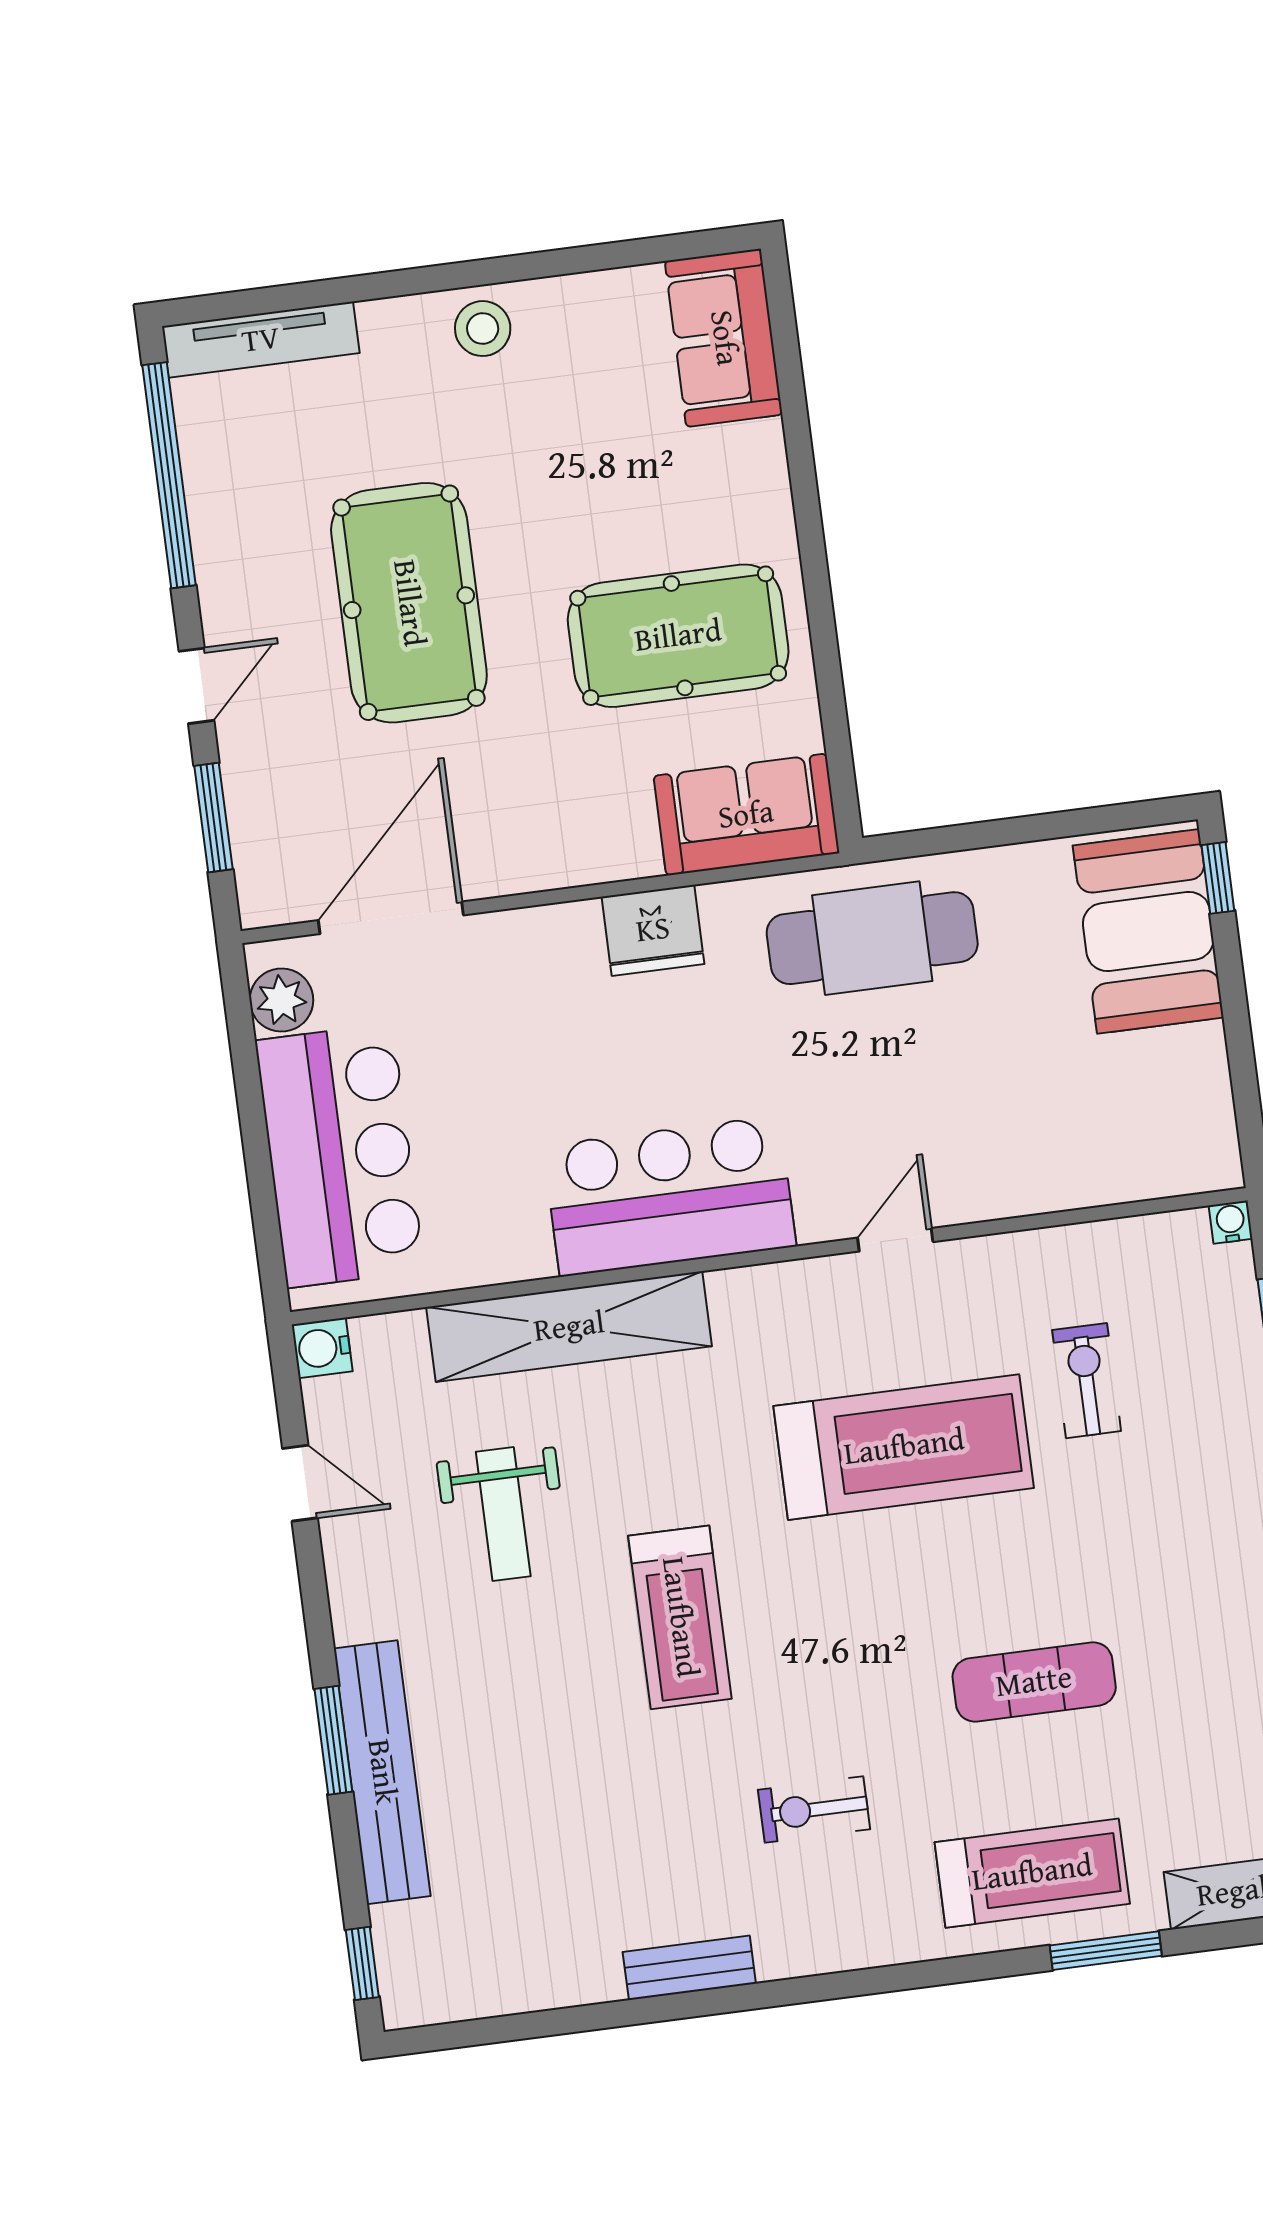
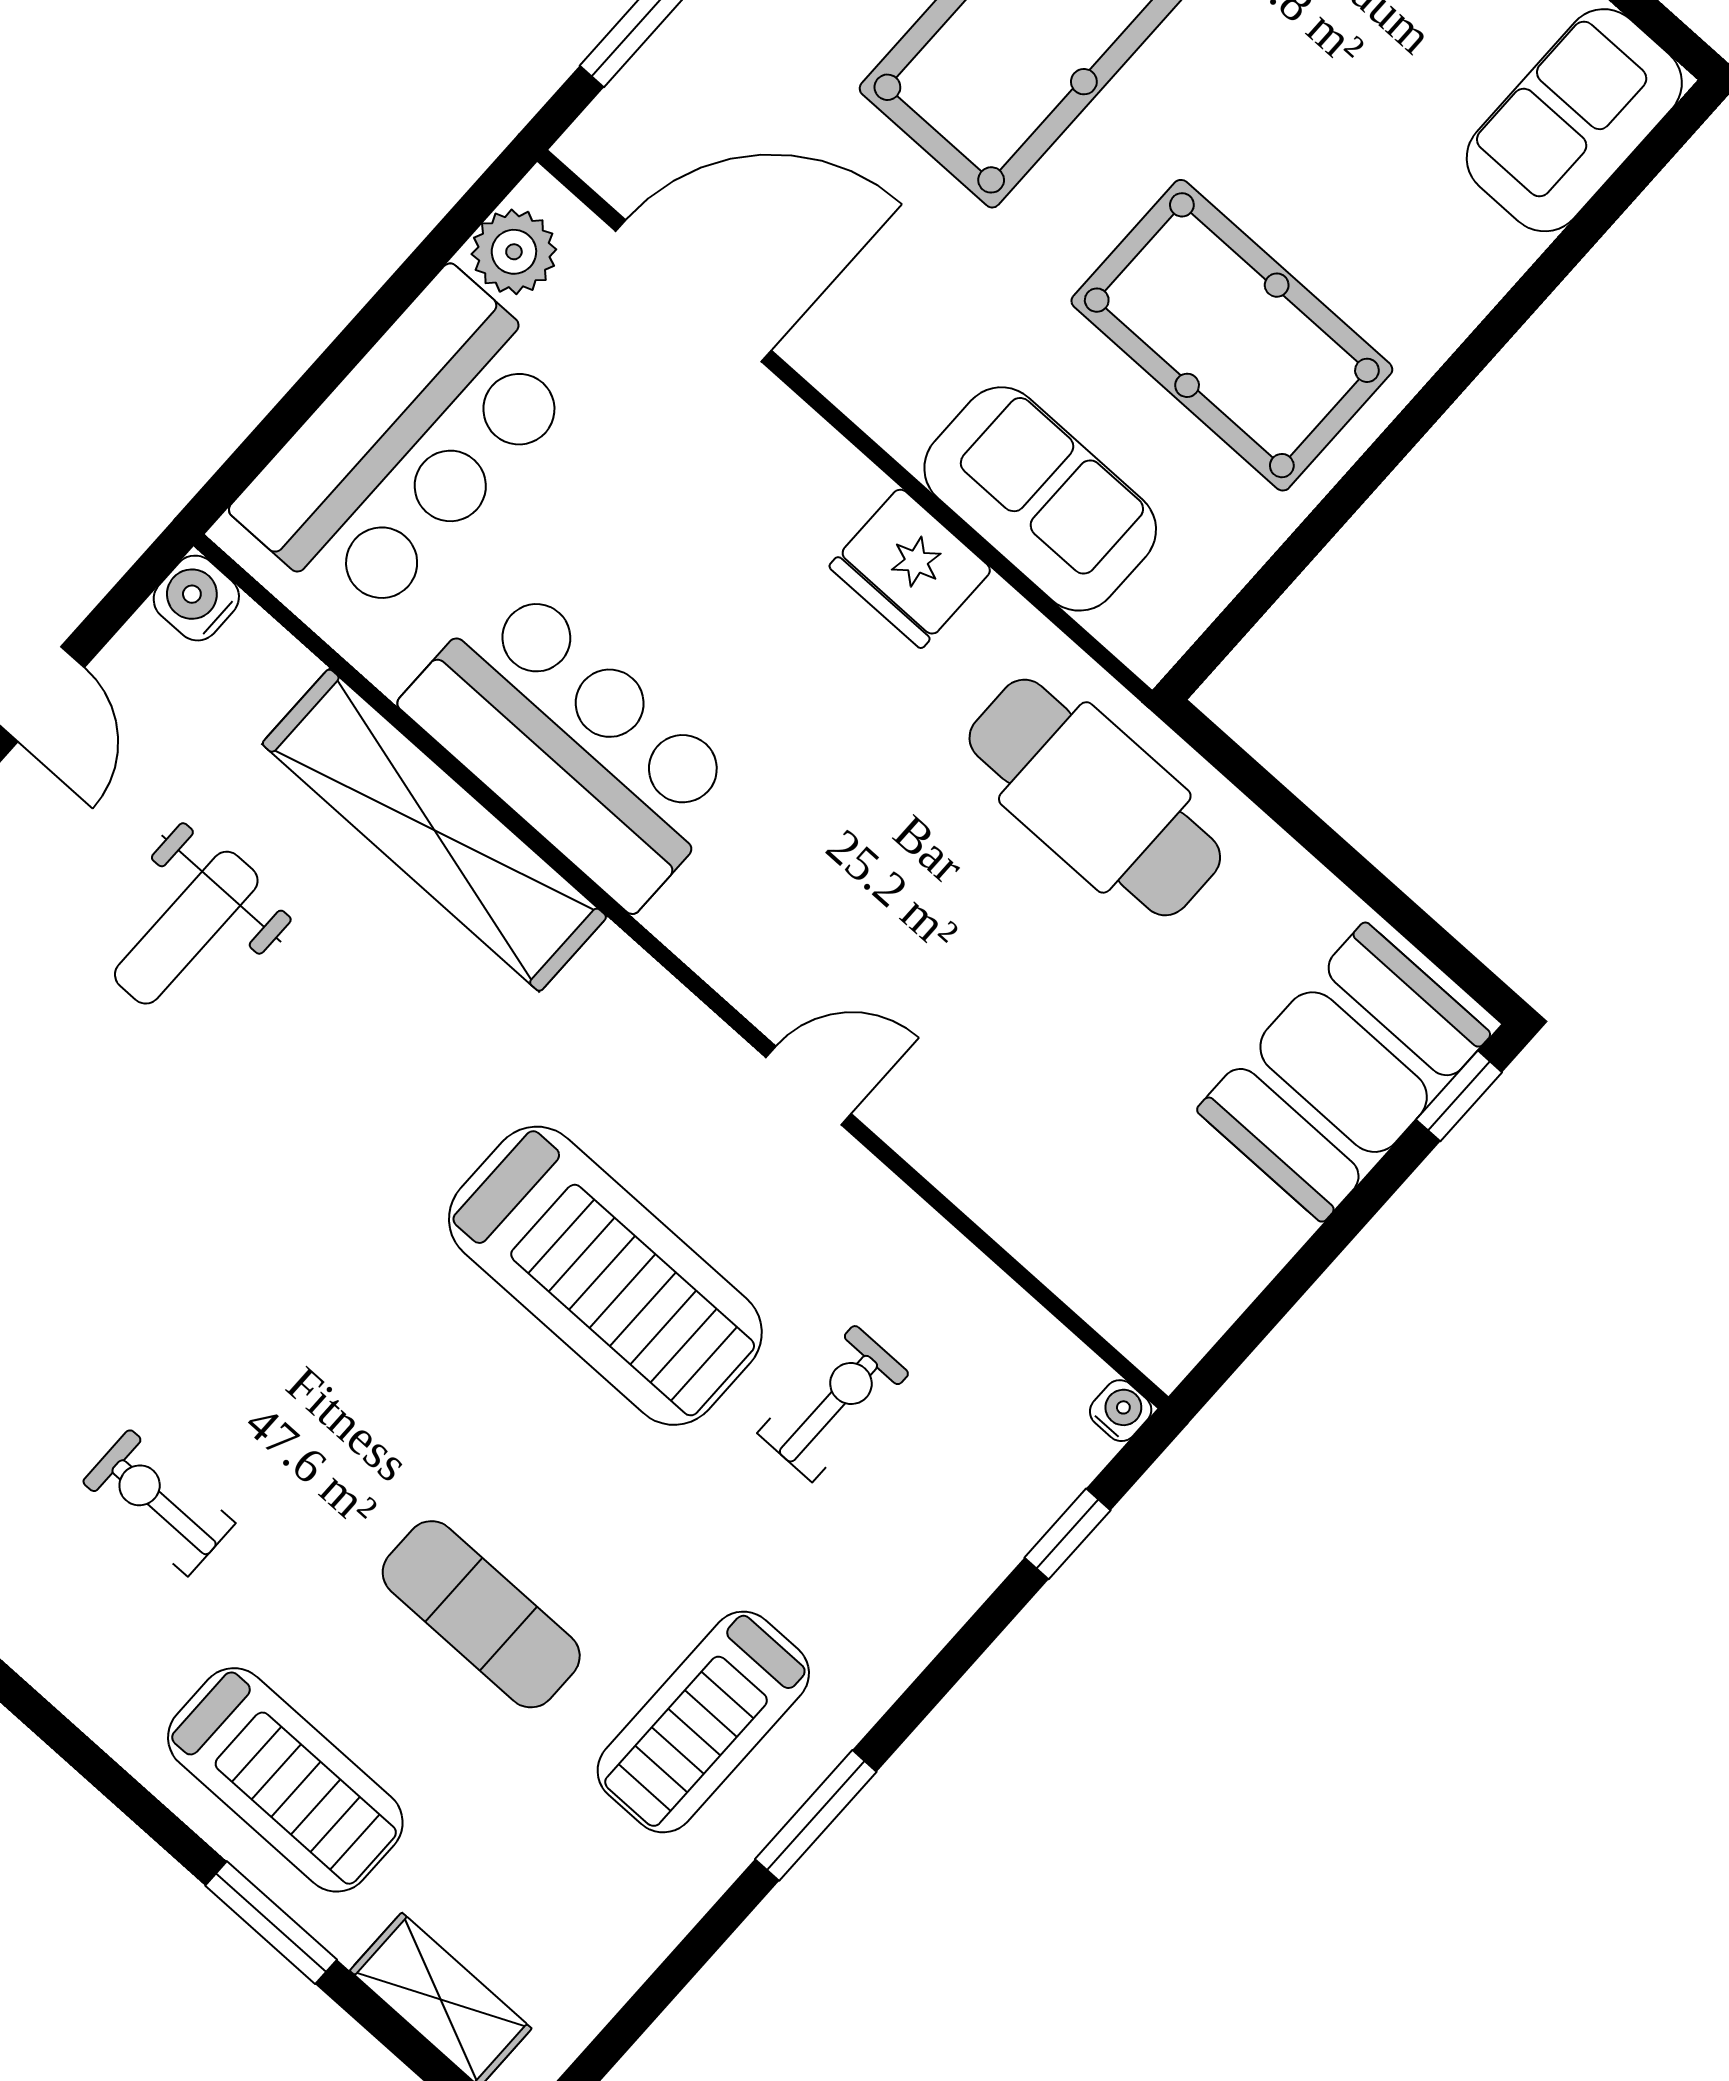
sofa: (746, 815) -> (1040, 499), moved
bar counter: (670, 1196) -> (573, 744), moved
treadmill: (680, 1617) -> (703, 1722), moved

